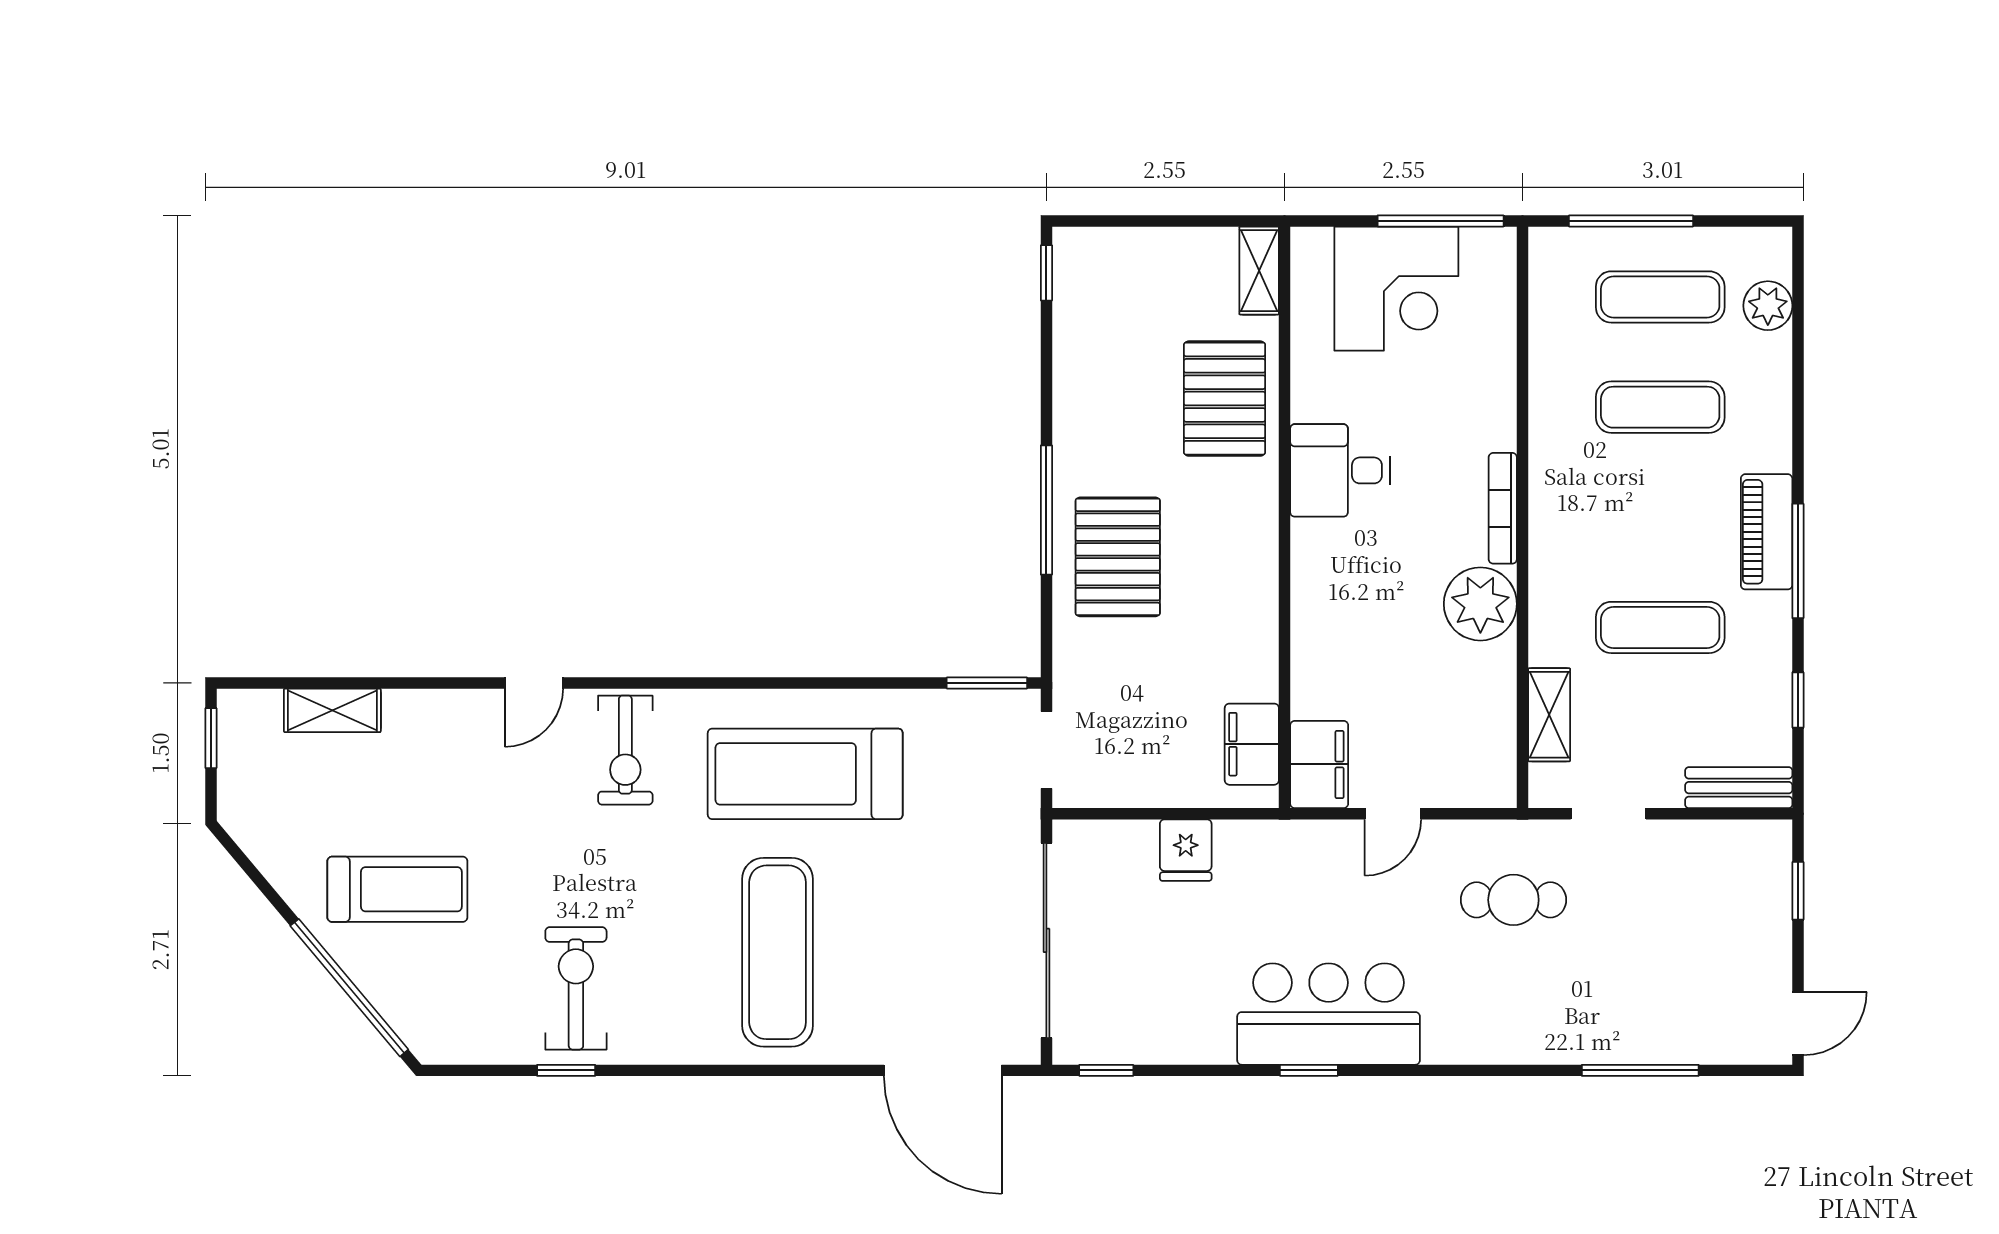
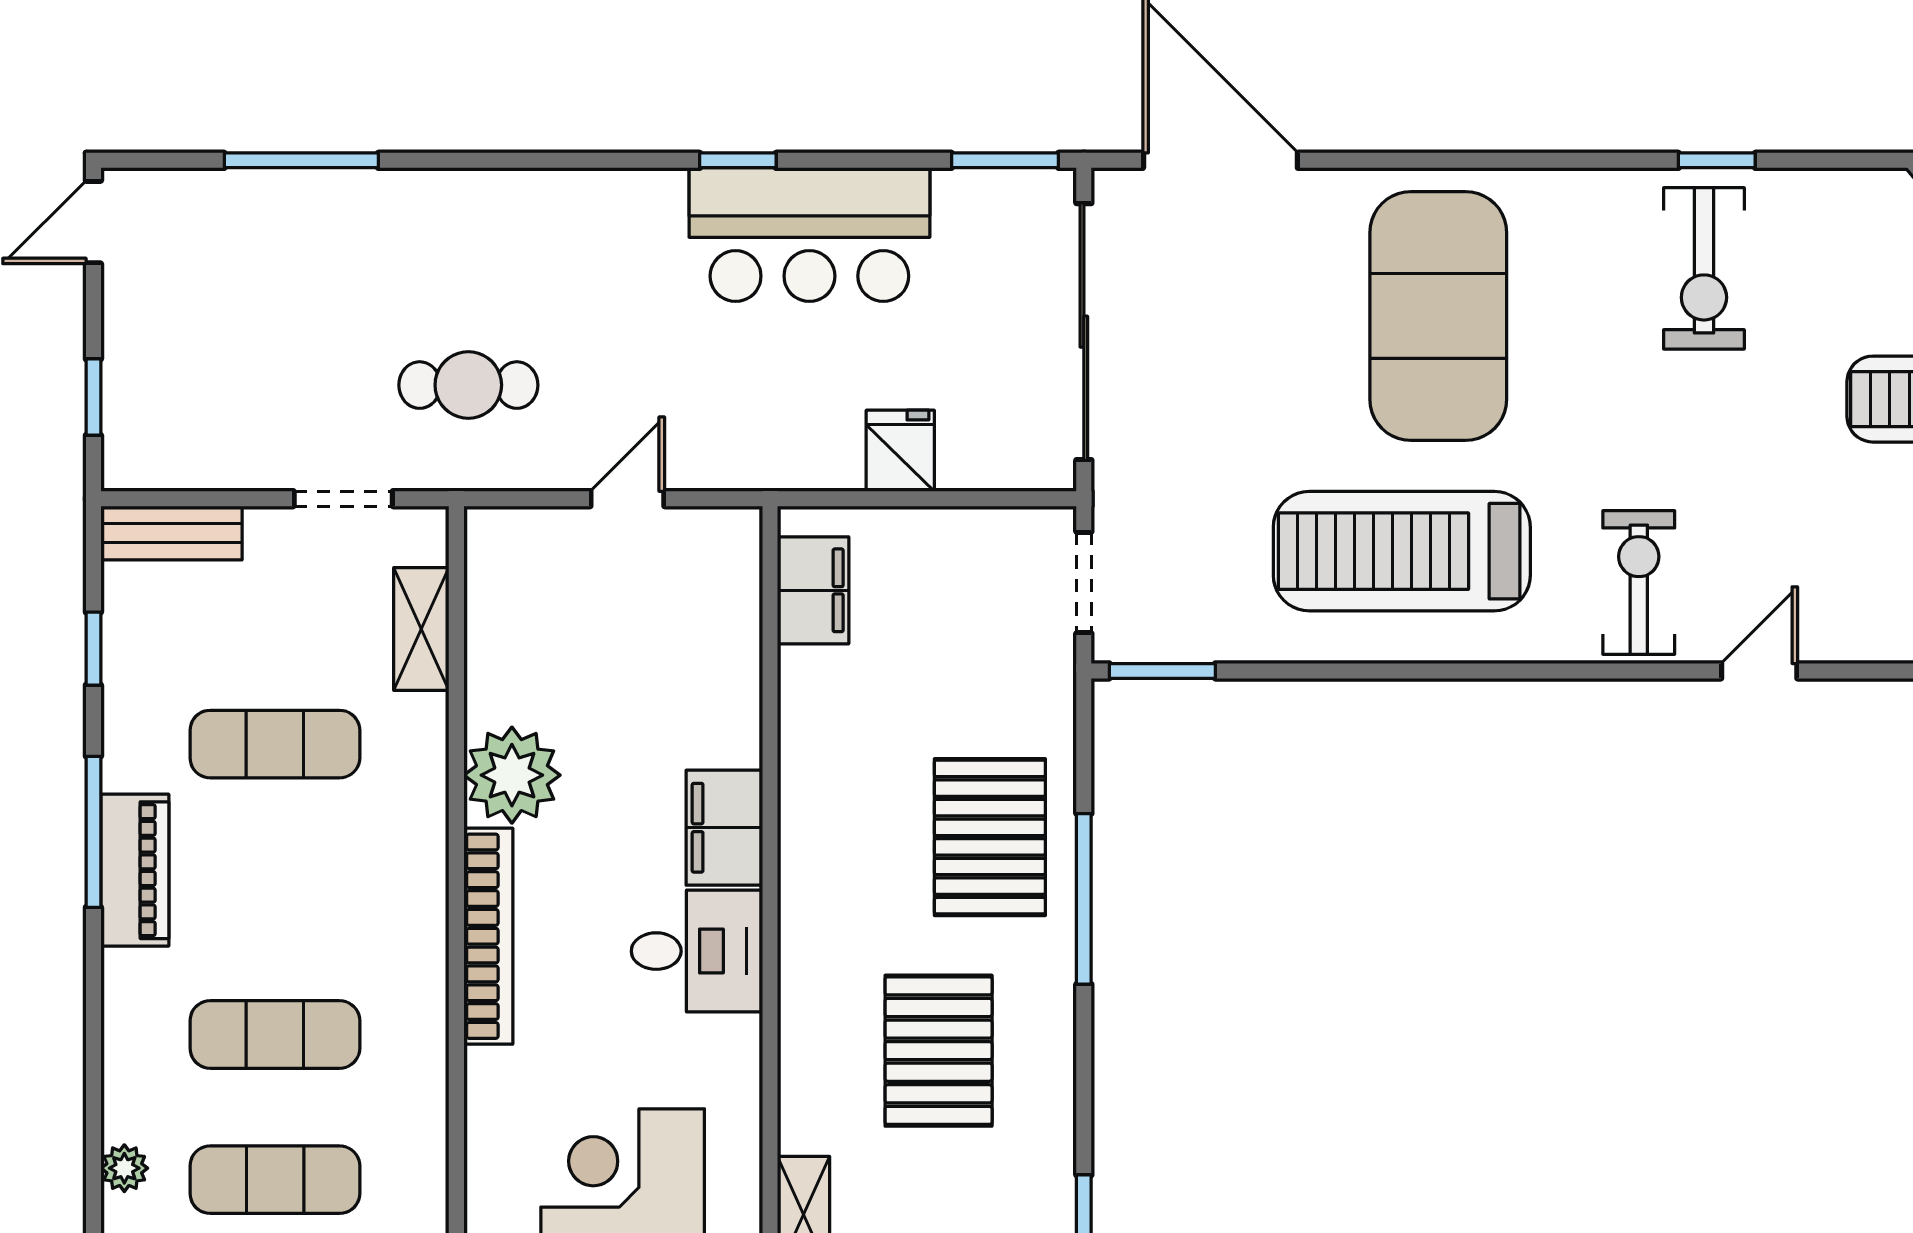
plant: (1768, 306) -> (124, 1168), width x0.73, depth x0.73
pallet: (1225, 399) -> (939, 1051), moved
bookcase: (1503, 508) -> (488, 936), width x1.48, depth x1.31
filing cabinet: (1319, 764) -> (724, 828), moved
treadmill: (805, 774) -> (1402, 551), turned 180
exercise mat: (778, 952) -> (1438, 316), width x1.47
bar counter: (1329, 1014) -> (809, 235), moved
window: (1106, 1070) -> (1005, 160), width x1.50

